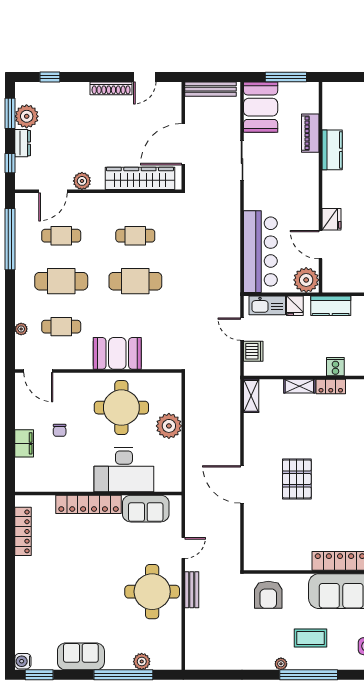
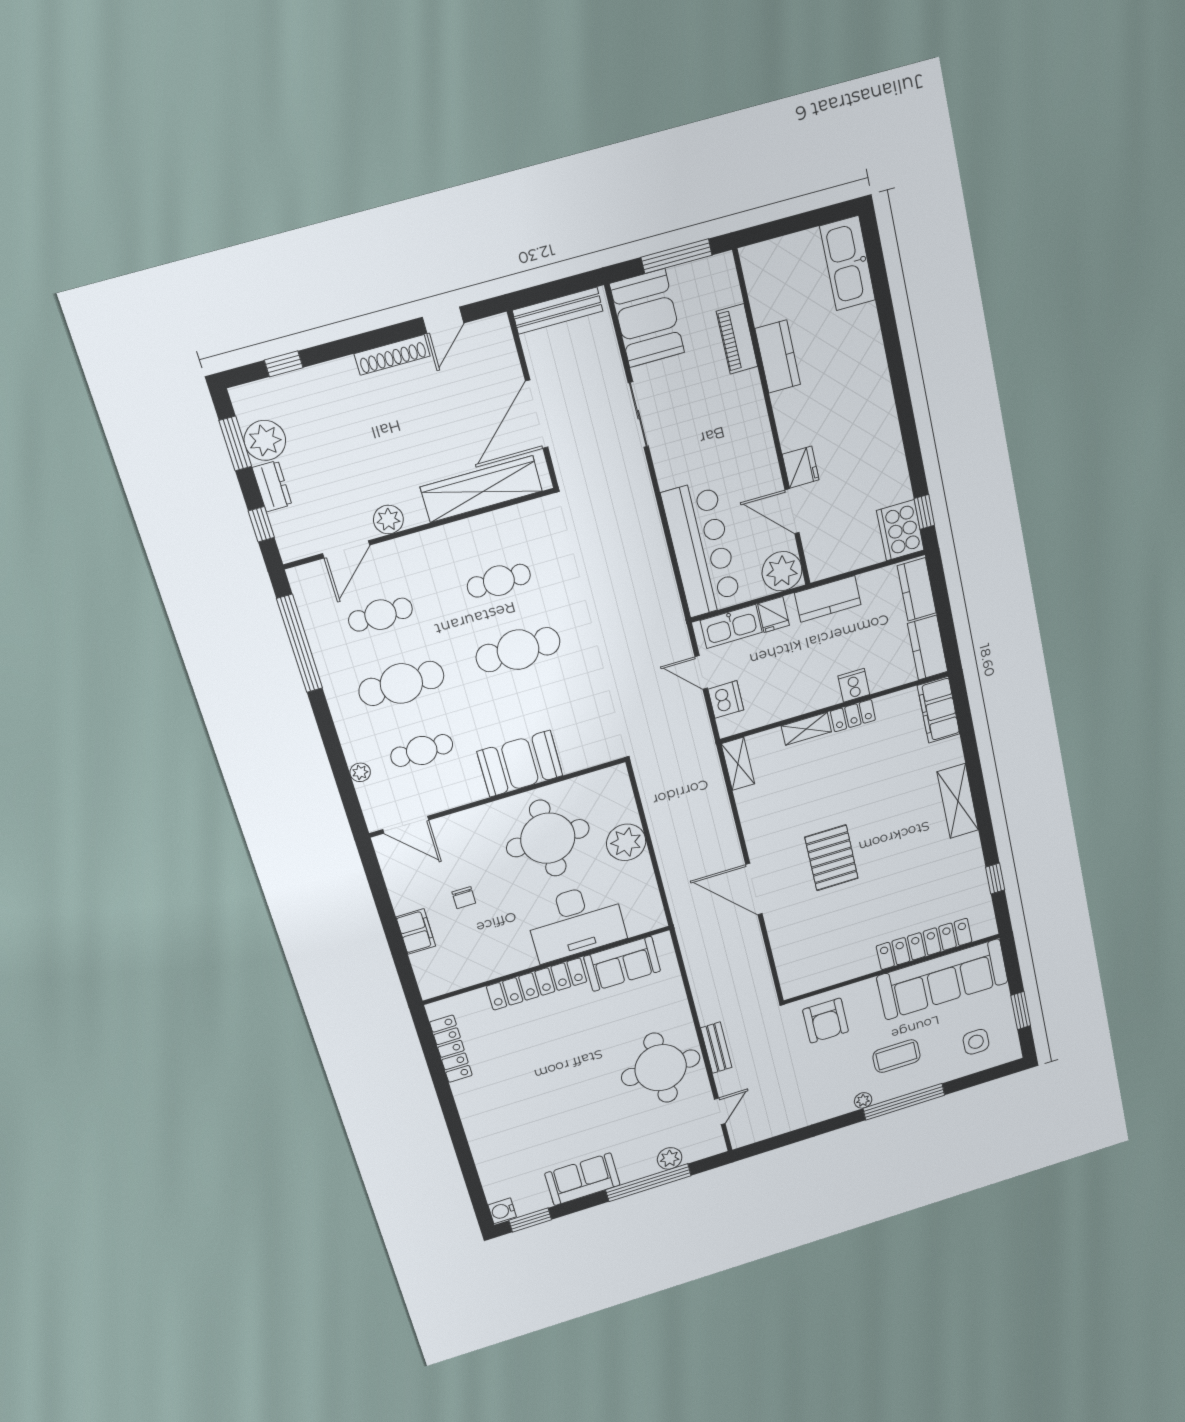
door: (183, 548) -> (720, 1111), moved

